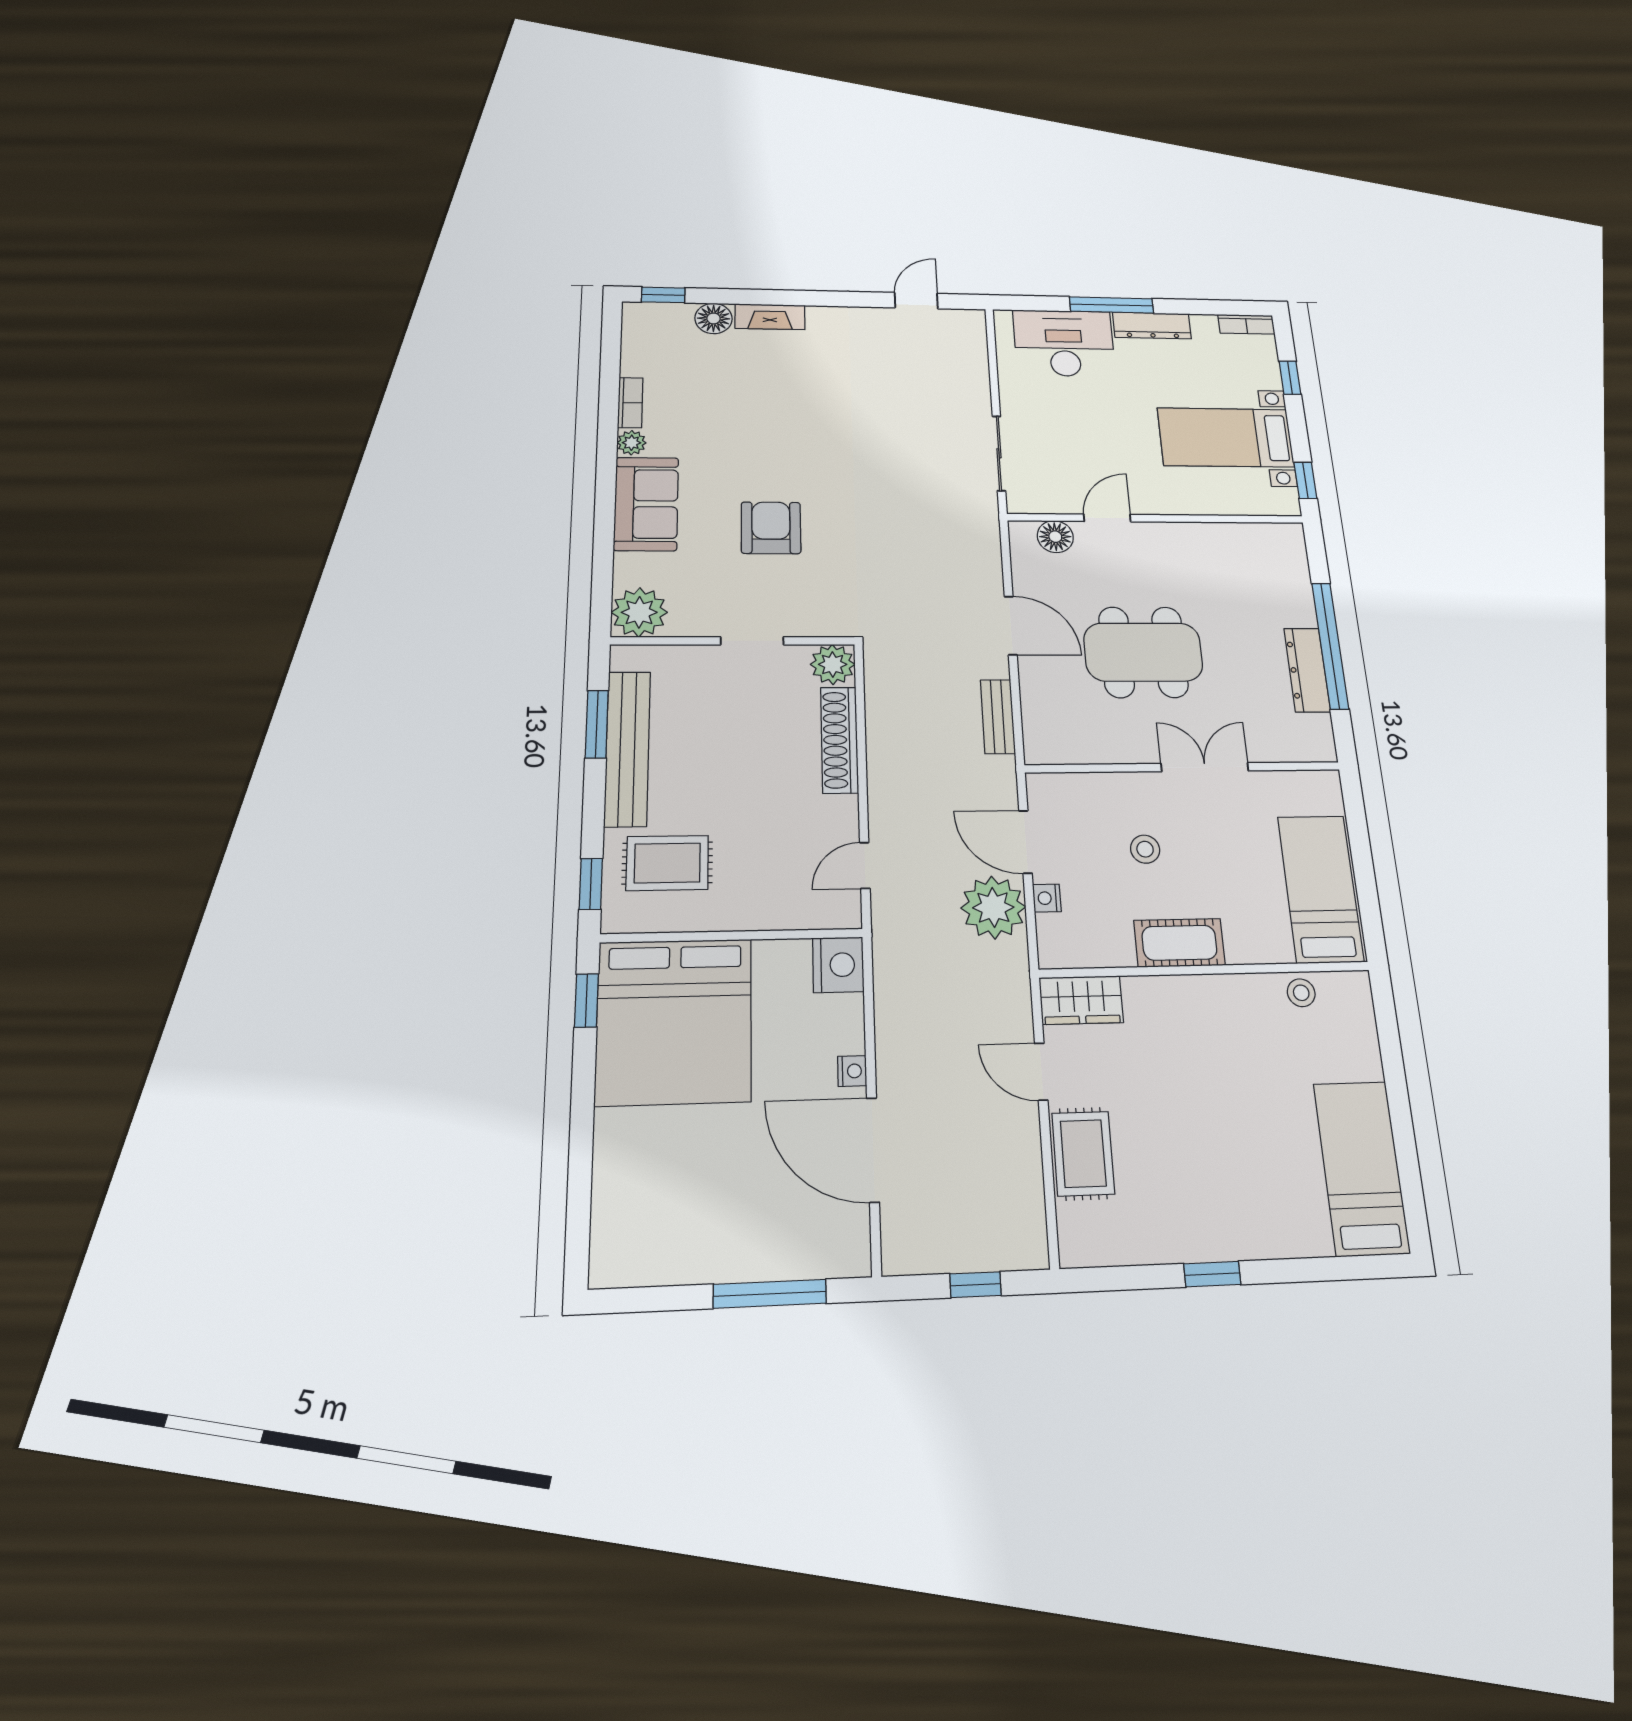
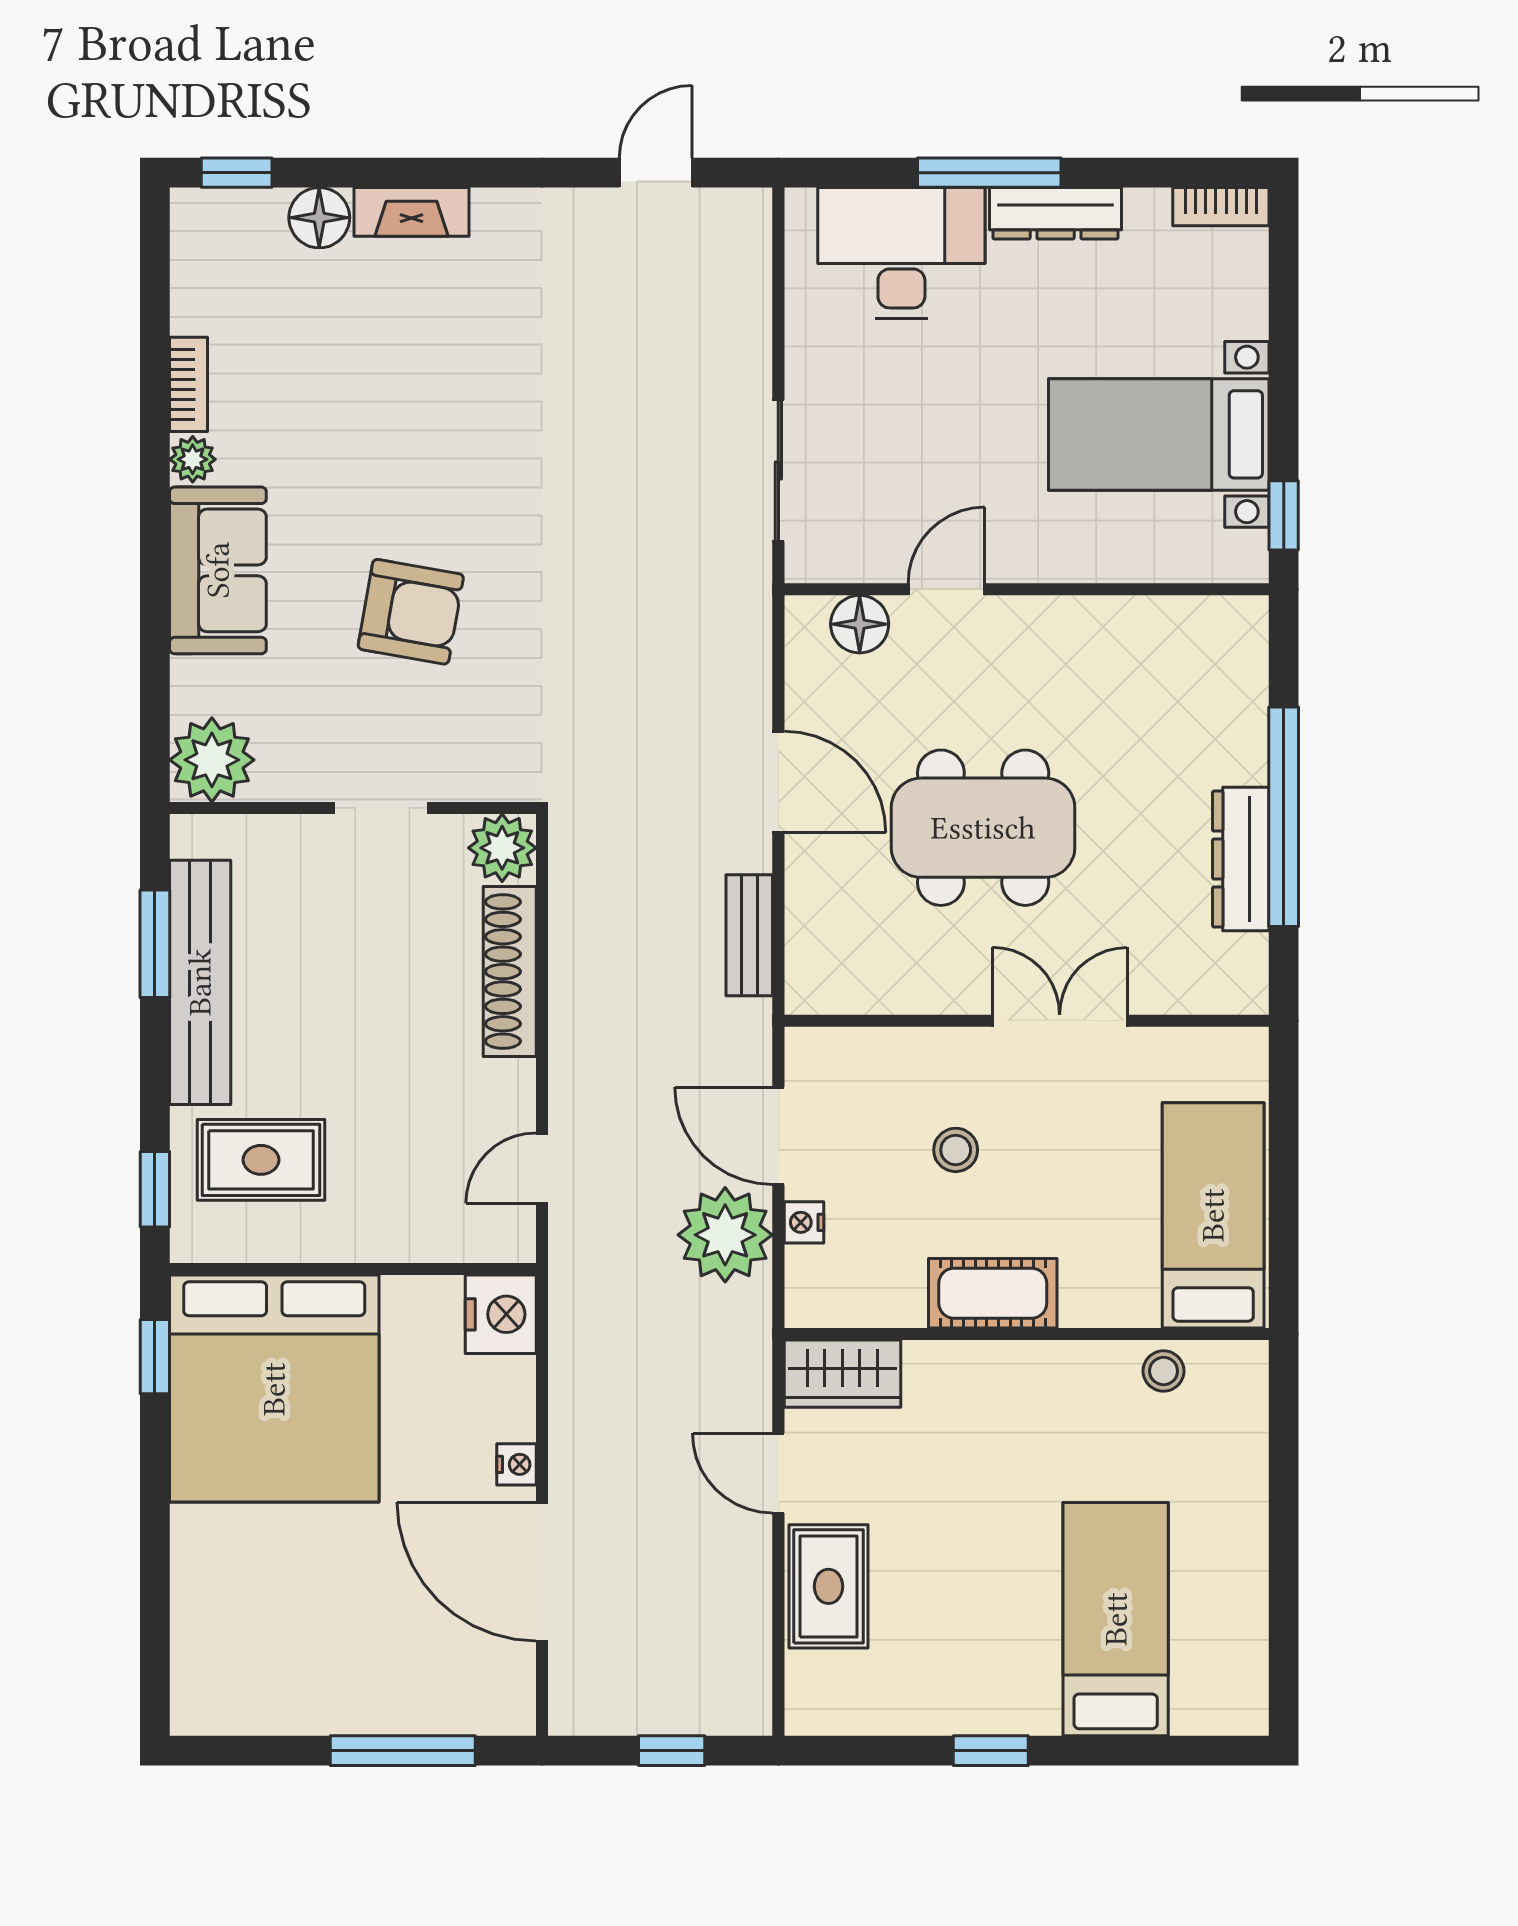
window: (1290, 378) -> (1284, 314), removed
armchair: (771, 528) -> (411, 612), turned 100
bed: (1361, 1168) -> (1116, 1619), moved

